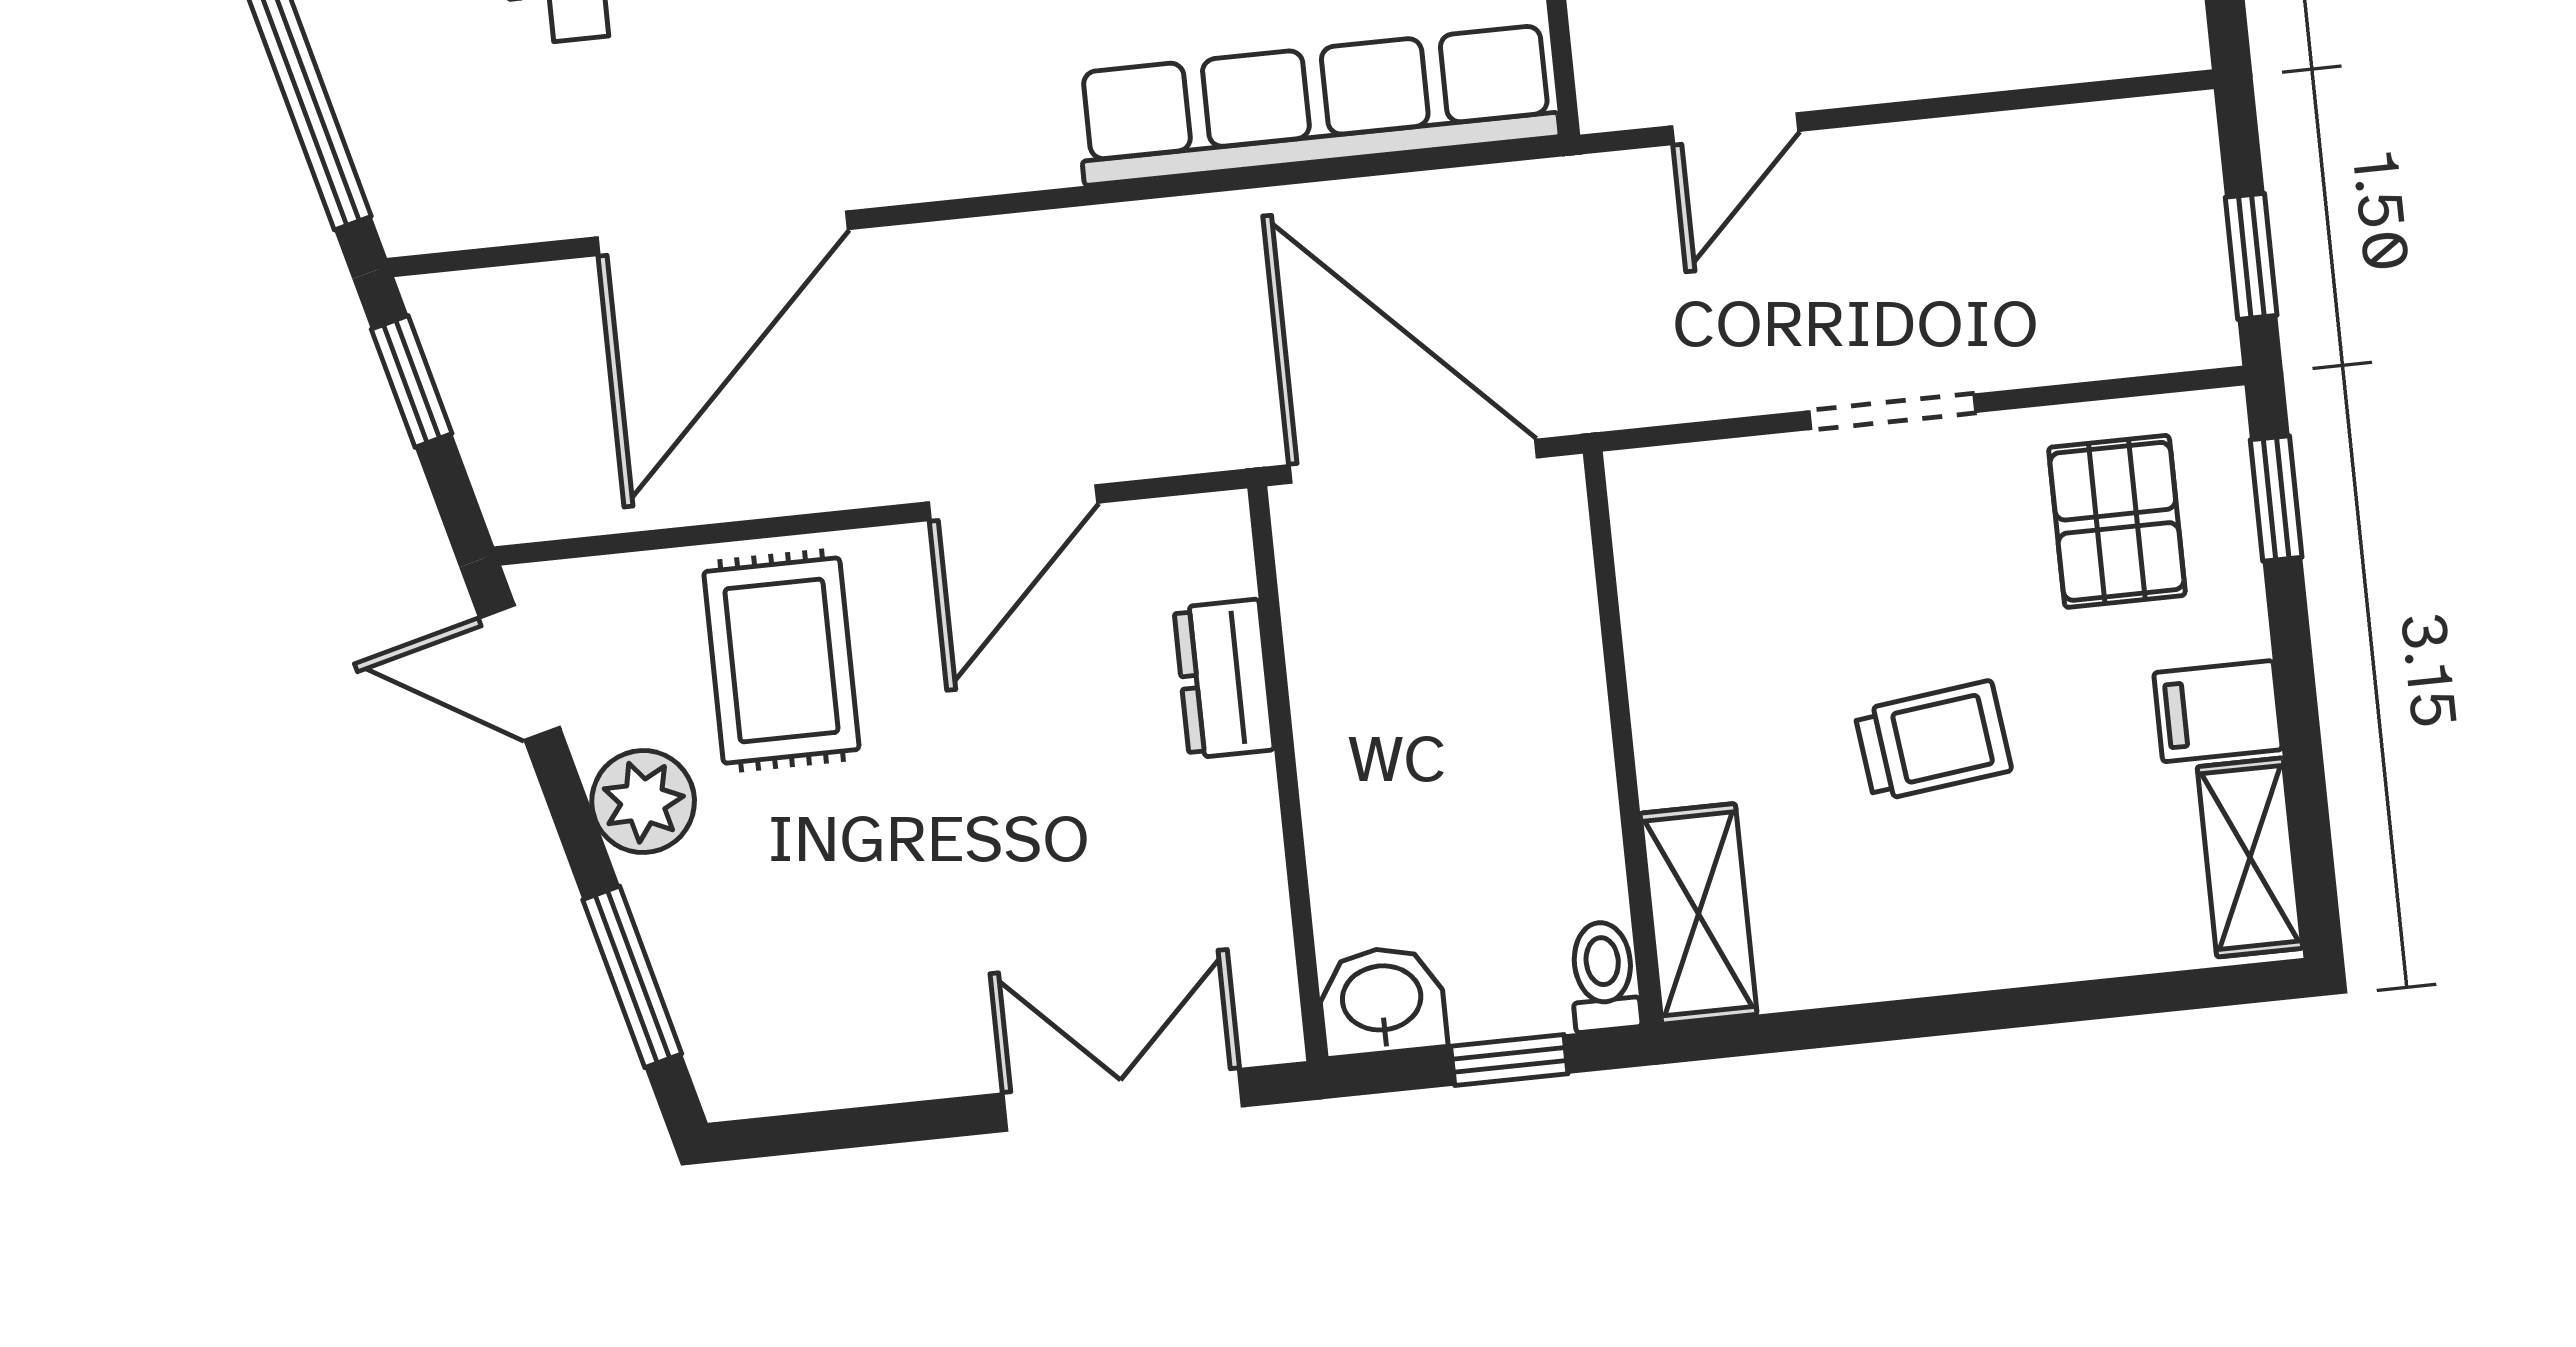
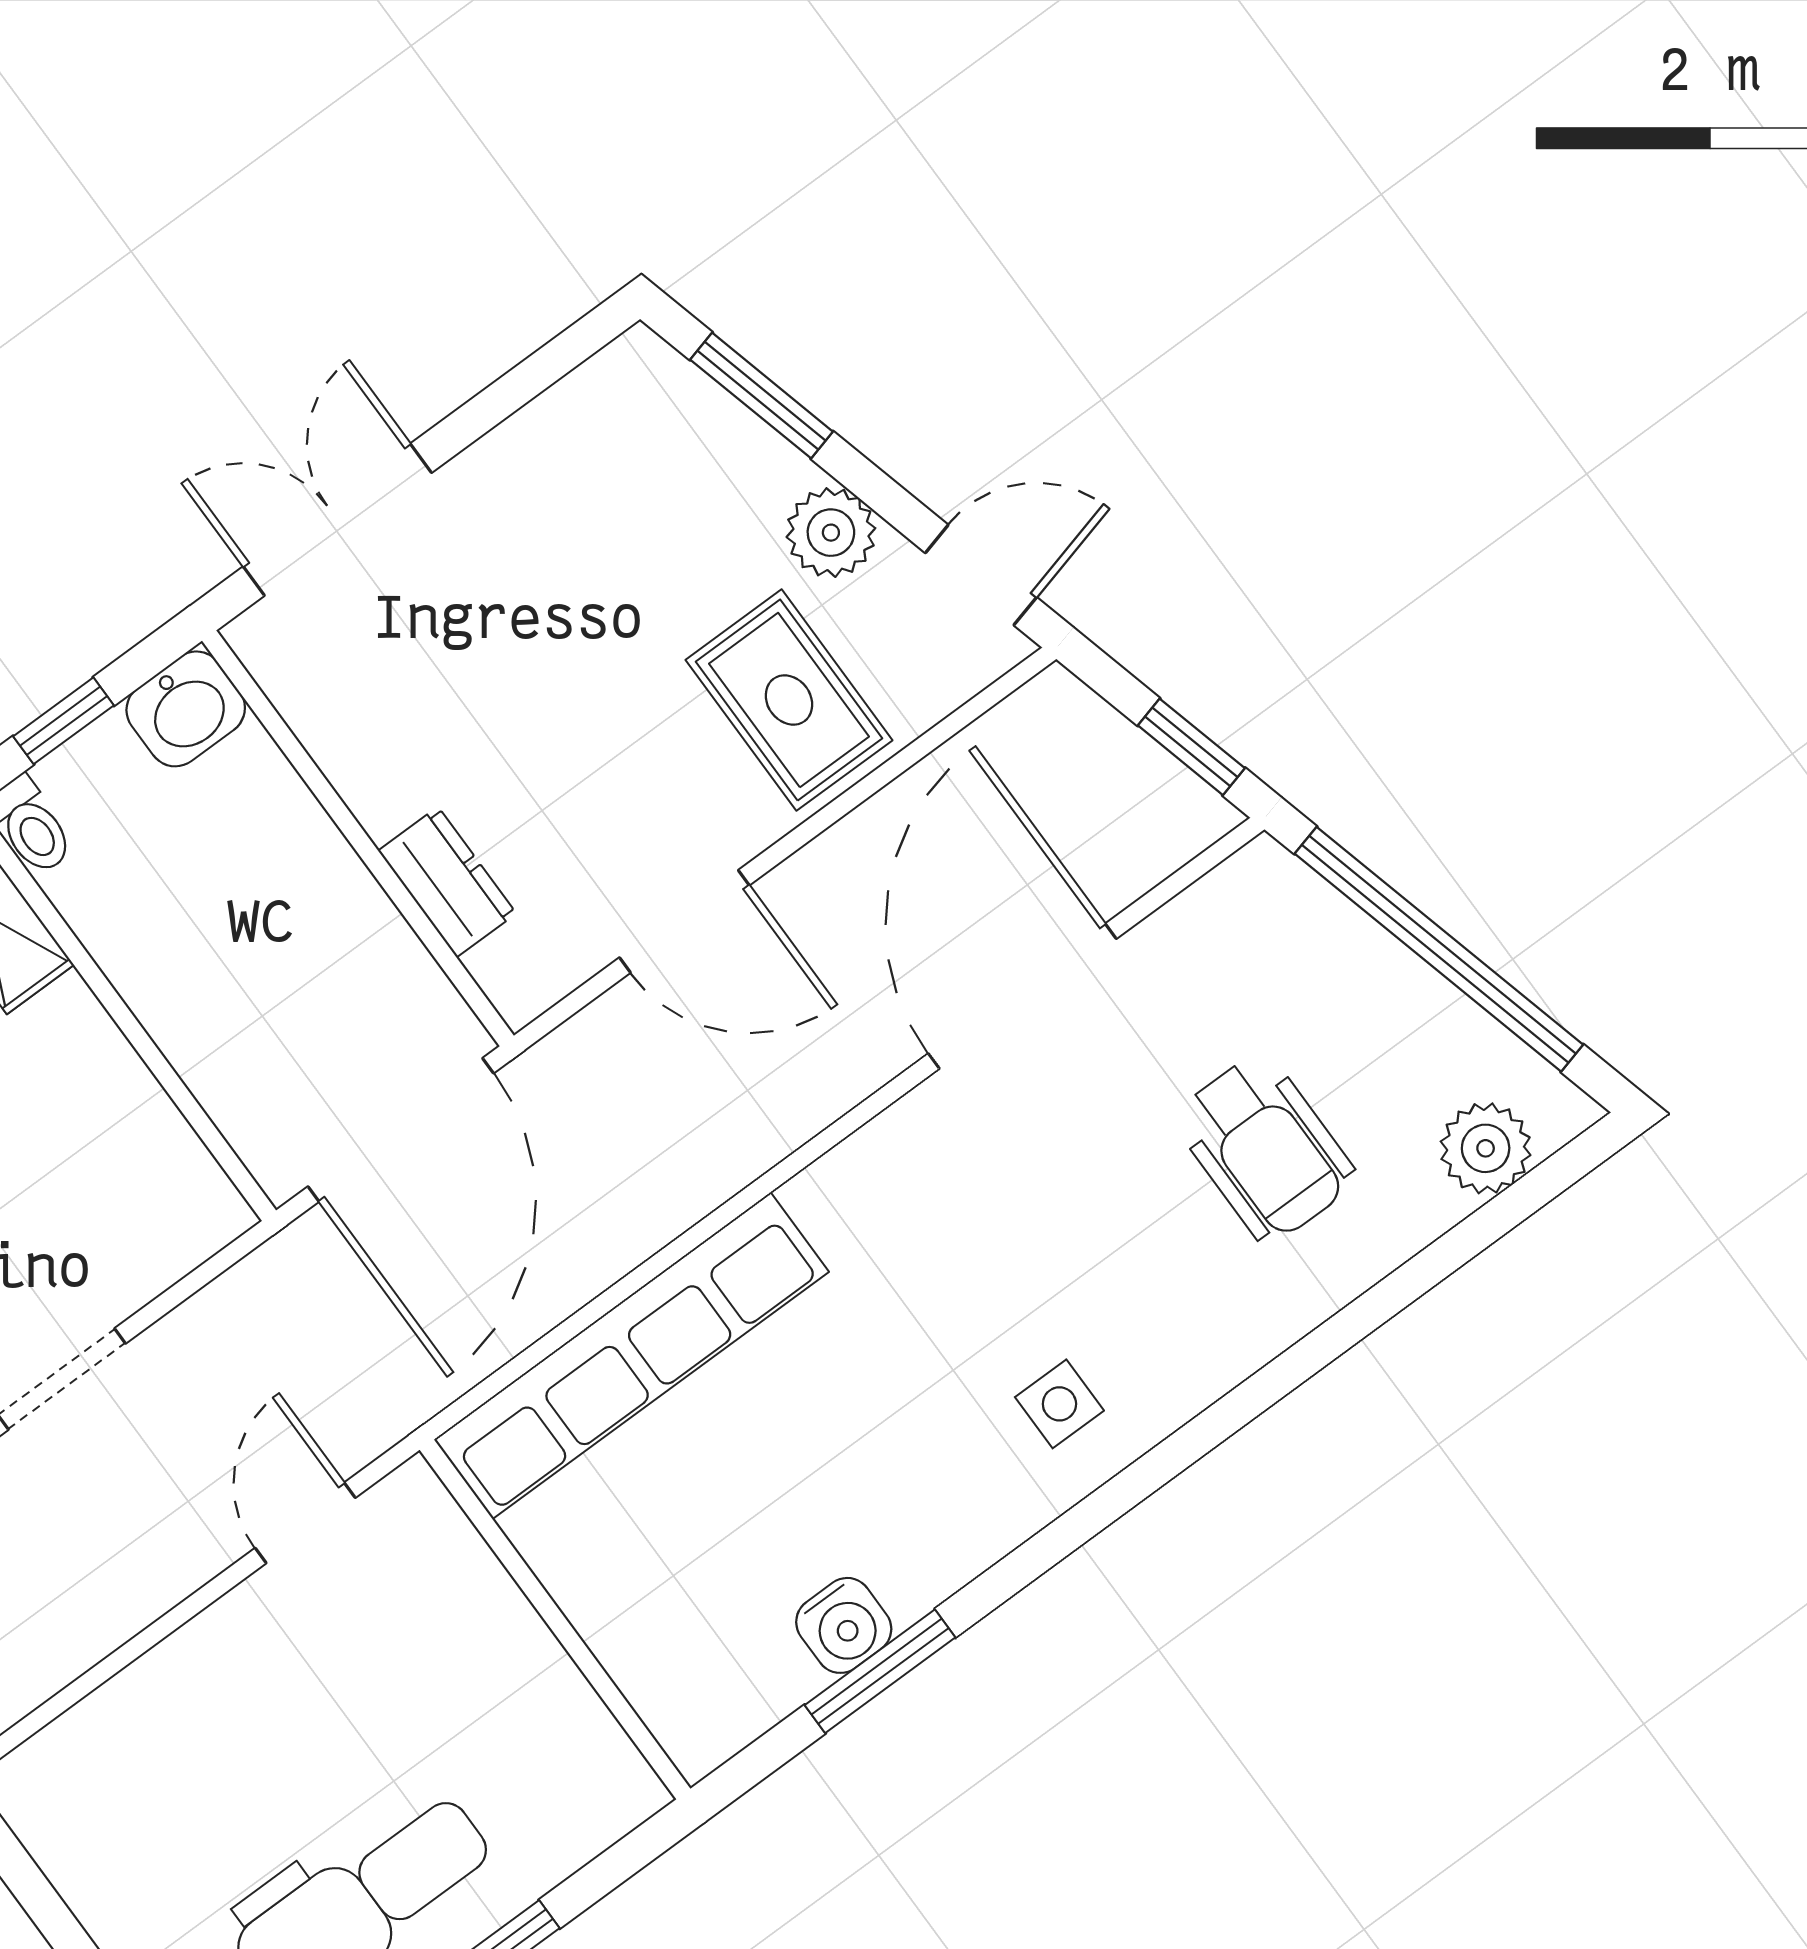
door: (1413, 461) -> (401, 1130), hinge flipped
door: (1013, 503) -> (684, 921), swing flipped
double door: (1123, 1100) -> (337, 520), swing flipped

